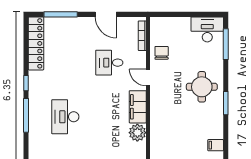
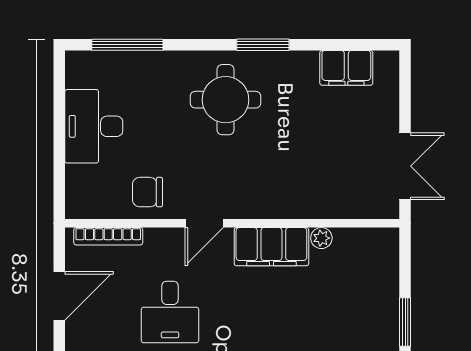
door: (106, 14) -> (59, 296), moved
desk: (207, 29) -> (94, 126), moved
plant: (137, 133) -> (321, 238), width x0.53, depth x0.53
filing cabinet: (216, 145) -> (346, 68), width x2.00

